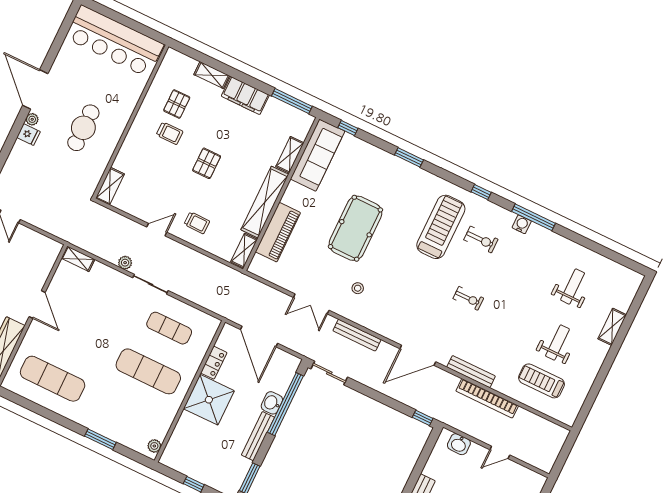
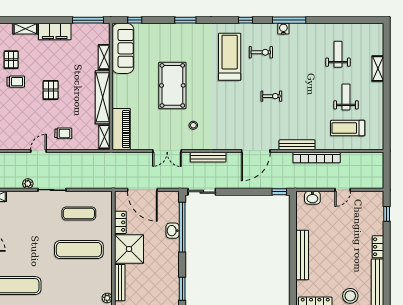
piano: (278, 232) -> (121, 129), moved
bench: (258, 436) -> (120, 283), moved

